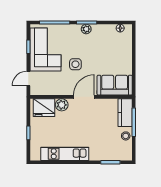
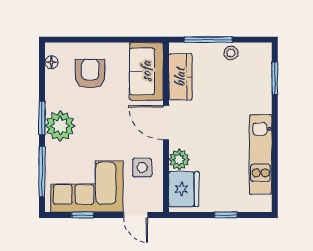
plant: (86, 29) -> (60, 126), width x1.87, depth x1.87
armchair: (113, 51) -> (90, 74), added
side table: (75, 64) -> (142, 168), moved
kitchen counter: (125, 113) -> (180, 77), moved, turned -90

